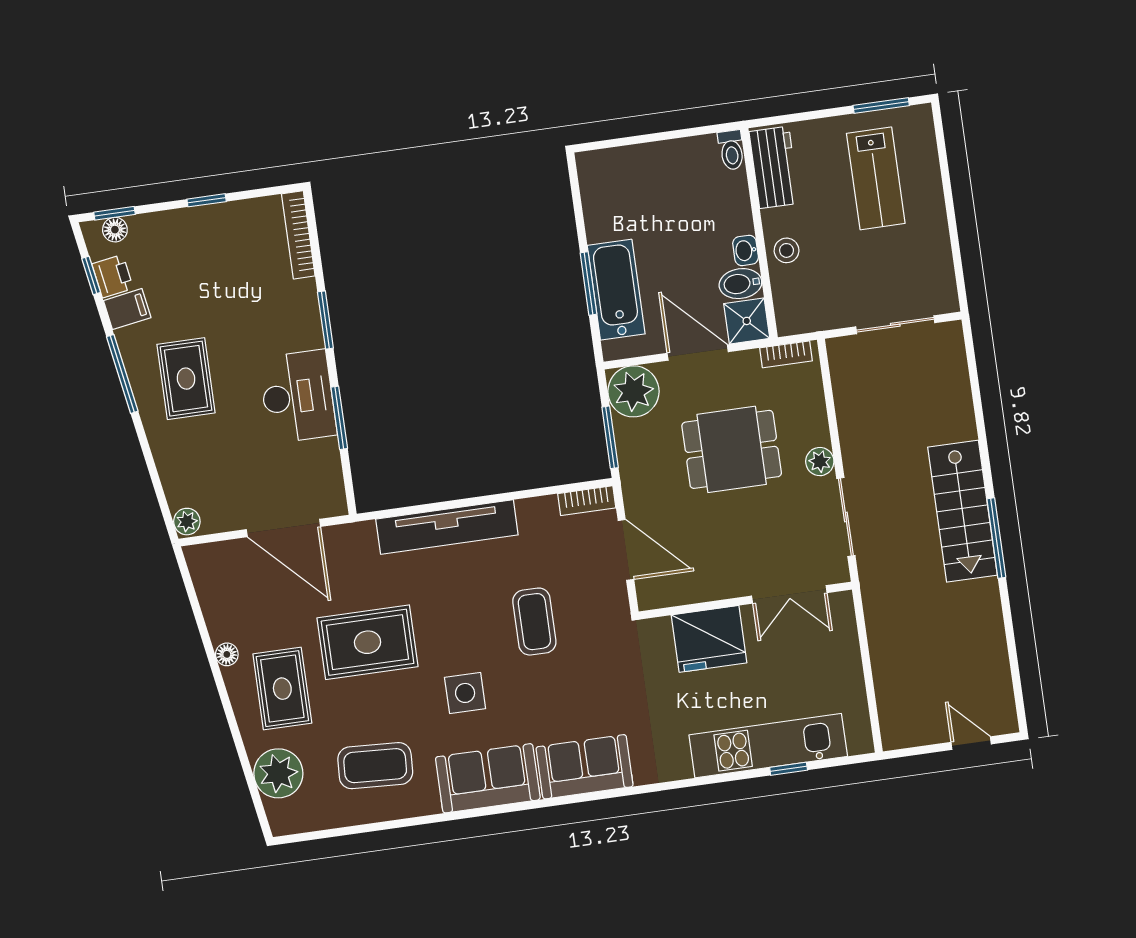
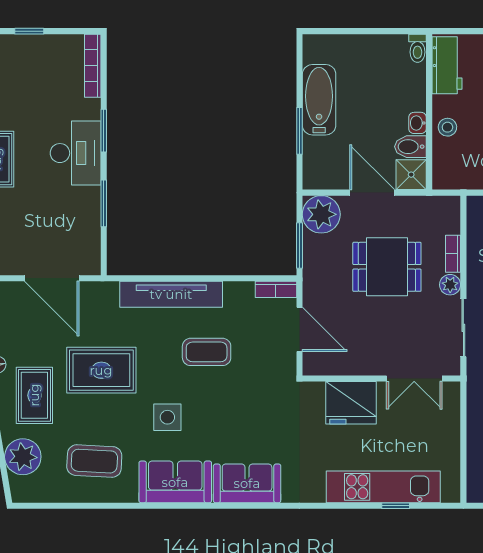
bathtub: (616, 290) -> (319, 100), moved
bookcase: (786, 354) -> (453, 254), moved, turned 90
desk: (298, 396) -> (76, 153), moved
coffee table: (534, 622) -> (207, 352), moved, turned 90

